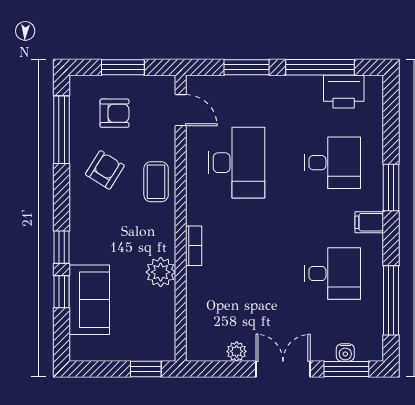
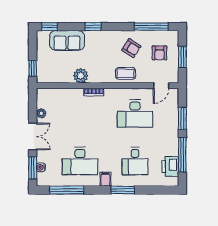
desk: (332, 274) -> (80, 161), width x1.37
window: (61, 292) -> (49, 27), moved

